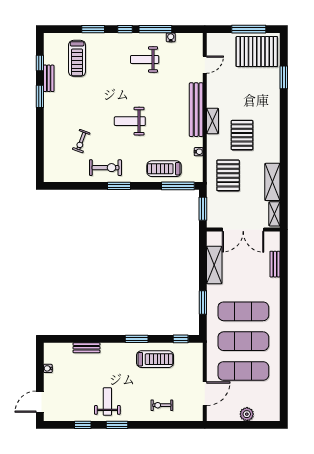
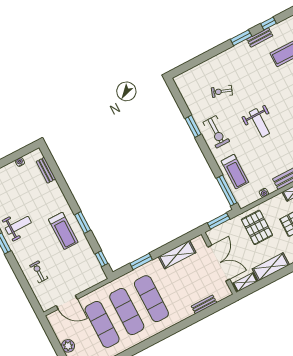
weight bench: (130, 121) -> (259, 123), turned 180
exercise bike: (105, 168) -> (216, 132), moved
treadmill: (164, 169) -> (235, 172), turned 180
pallet: (228, 175) -> (257, 227), turned 90
window: (119, 186) -> (193, 126), moved
double door: (243, 230) -> (219, 263), swing flipped
bench: (86, 348) -> (46, 170), moved
treadmill: (155, 359) -> (63, 231), moved

